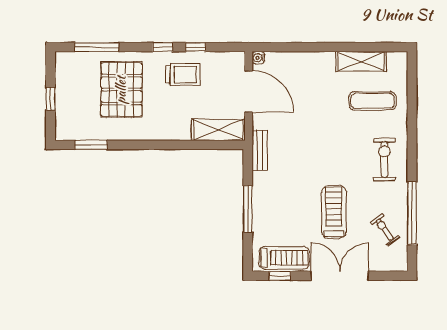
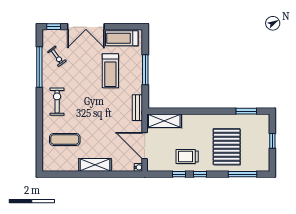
shelving: (361, 61) -> (95, 165), moved
exercise bike: (384, 159) -> (57, 102), turned 180
treadmill: (334, 212) -> (110, 71), moved
window: (280, 276) -> (54, 27), moved

